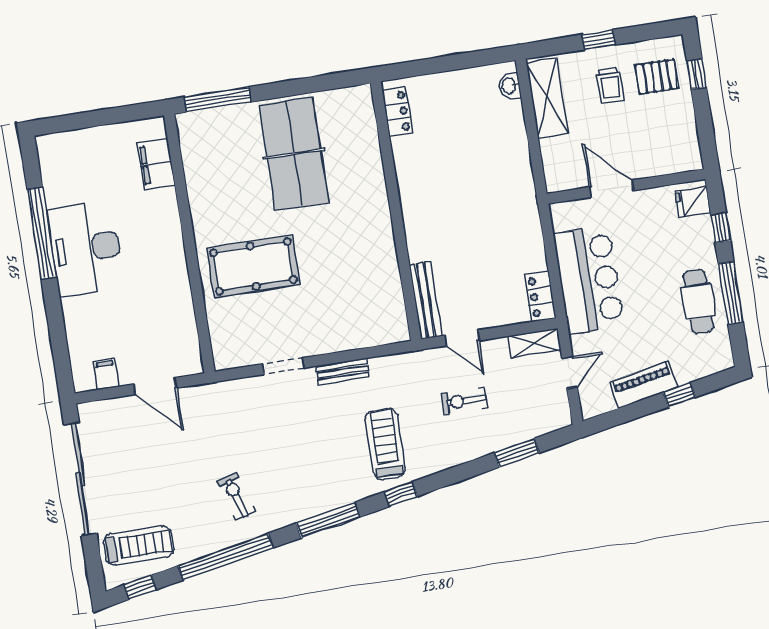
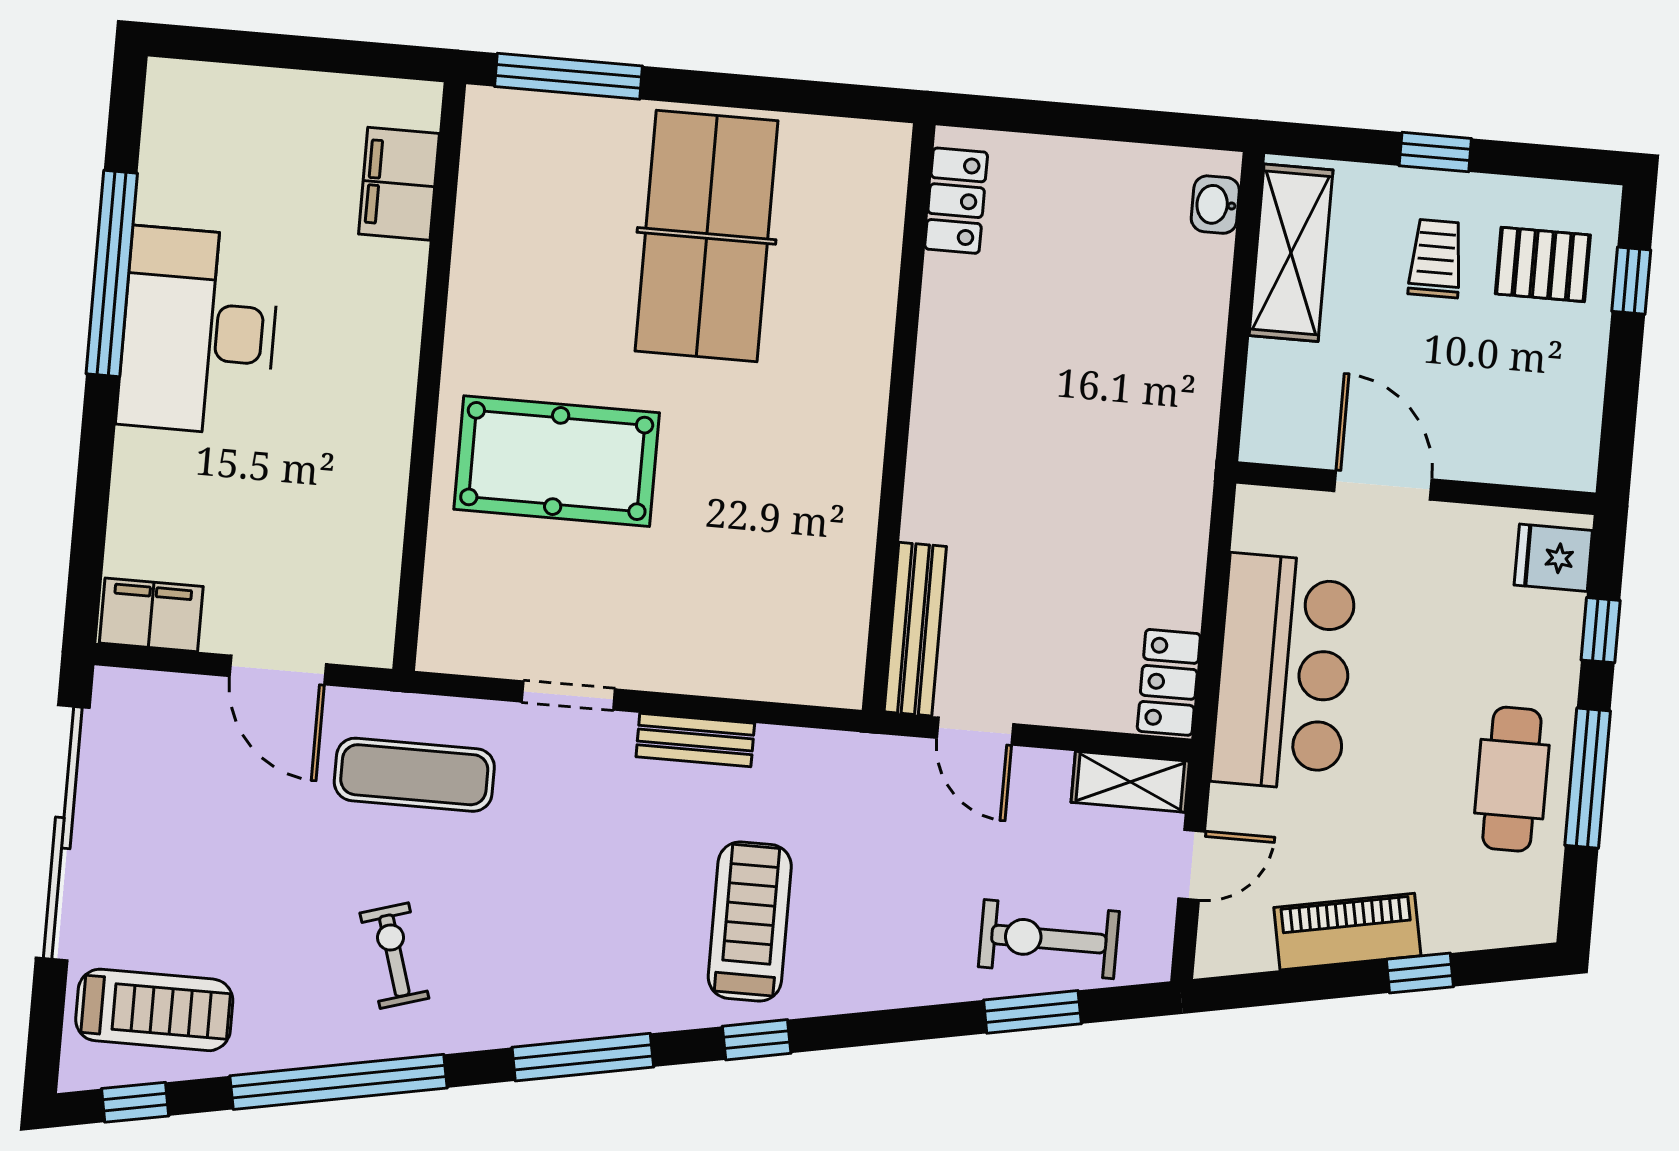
trolley: (610, 85) -> (1436, 258), turned 180
filing cabinet: (106, 374) -> (151, 615), width x2.00
exercise bike: (465, 401) -> (1049, 939), moved, width x1.38, depth x1.39
exercise mat: (225, 416) -> (414, 775), added

